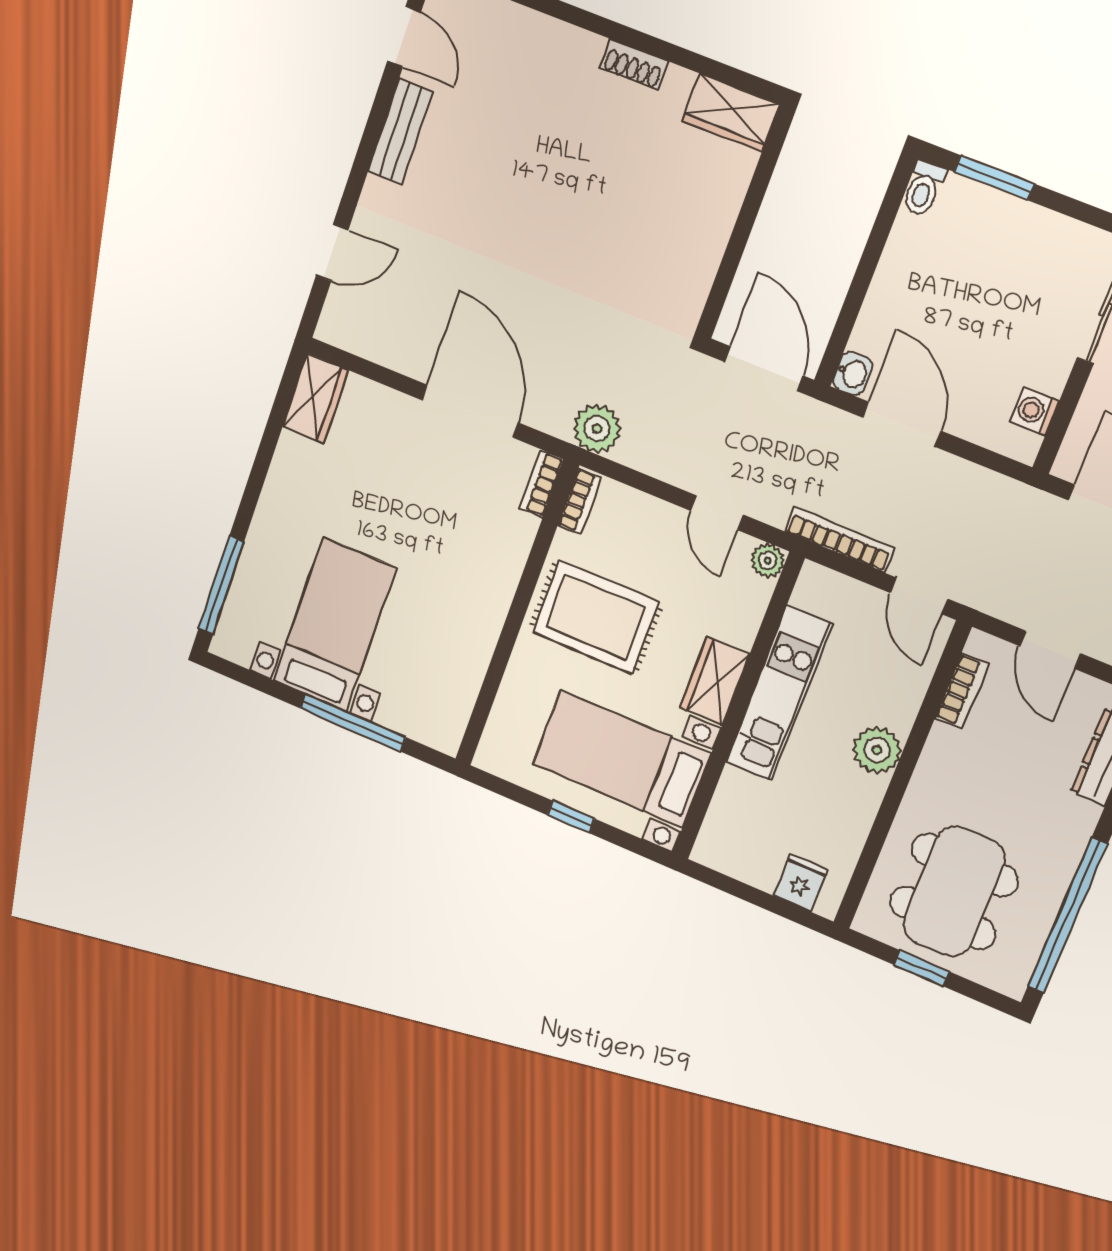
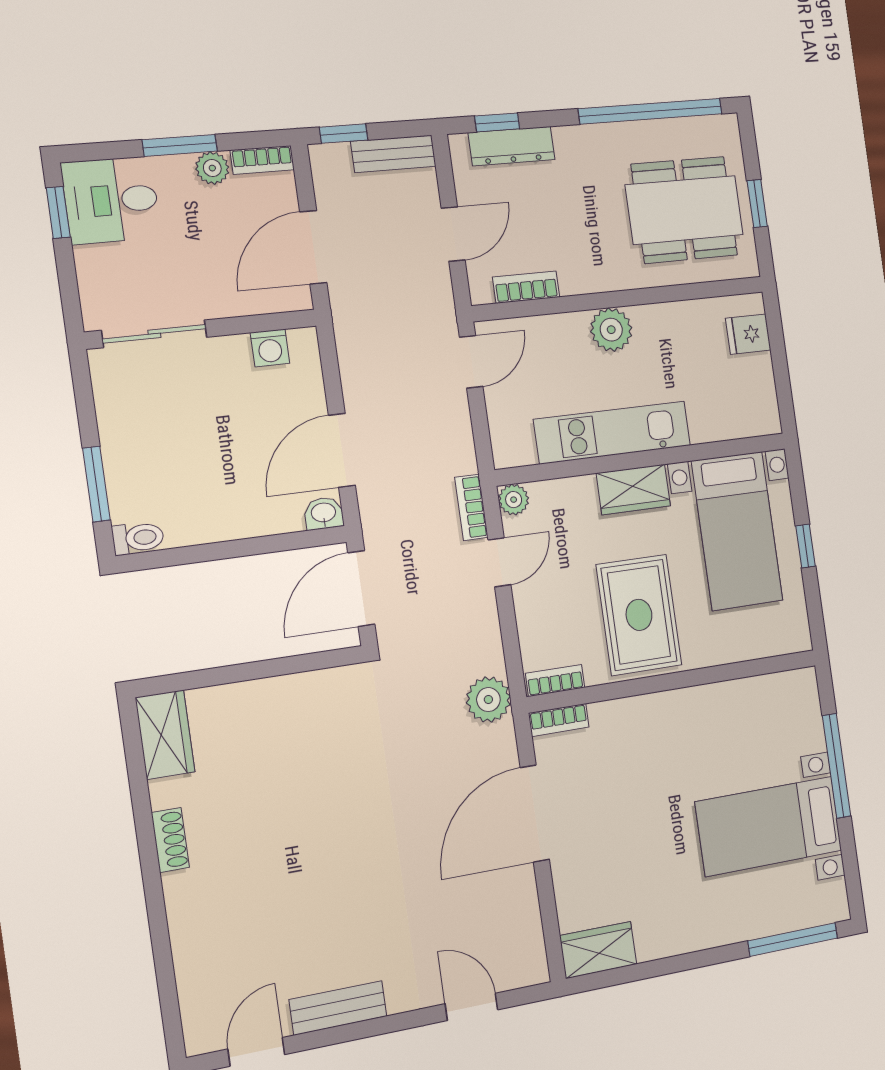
bookcase: (840, 540) -> (471, 507), moved, width x0.64

